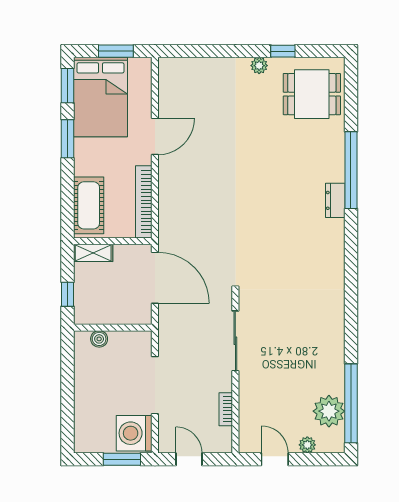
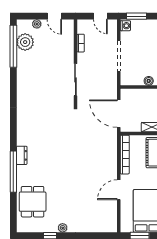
dining table: (312, 94) -> (33, 202), moved, turned 90
washing machine: (134, 433) -> (125, 26), width x0.53, depth x0.53

